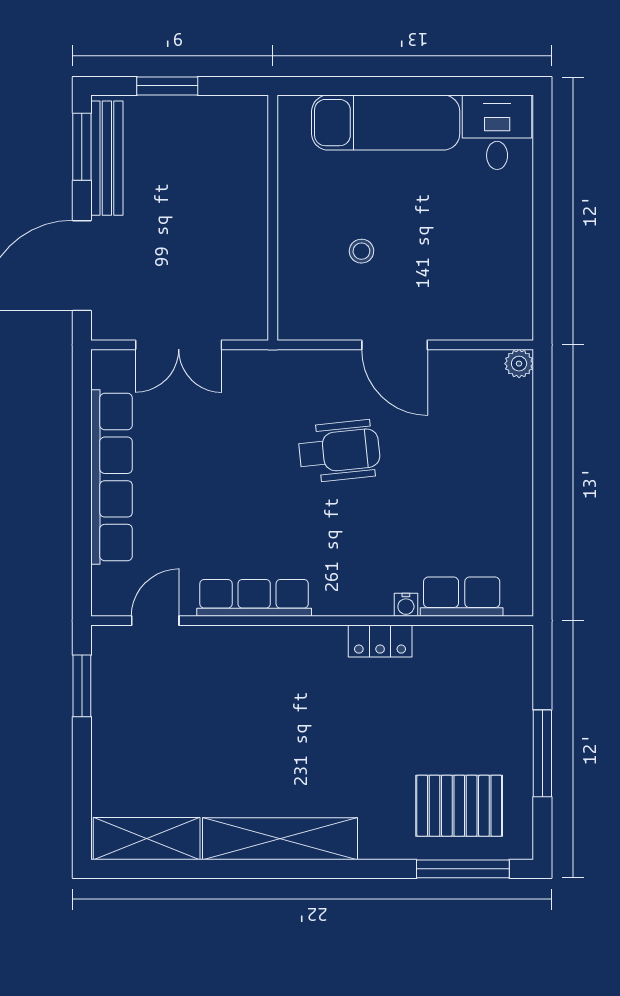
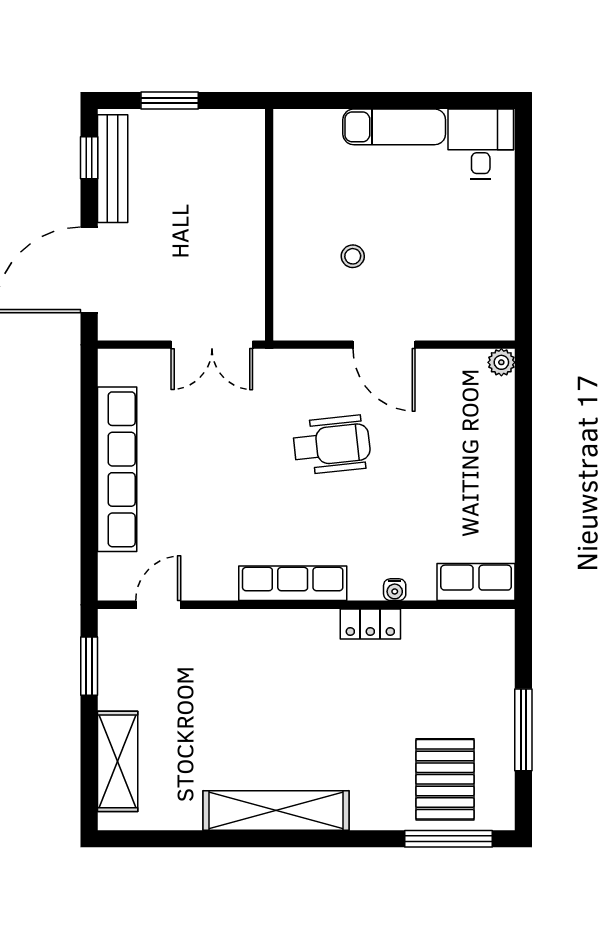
exam couch: (386, 123) -> (394, 127), width x0.73, depth x0.69
window: (82, 147) -> (89, 158), width x0.67
double door: (179, 345) -> (212, 345), moved
row of seats: (462, 597) -> (476, 582), moved
row of seats: (254, 598) -> (293, 583), moved
pallet: (459, 806) -> (445, 779), turned 90
shelving: (147, 839) -> (118, 761), moved, turned 90

